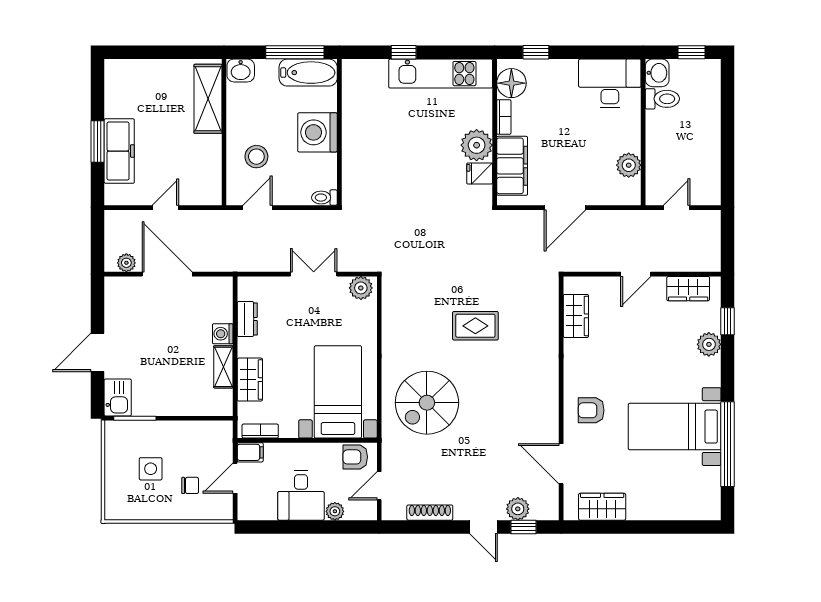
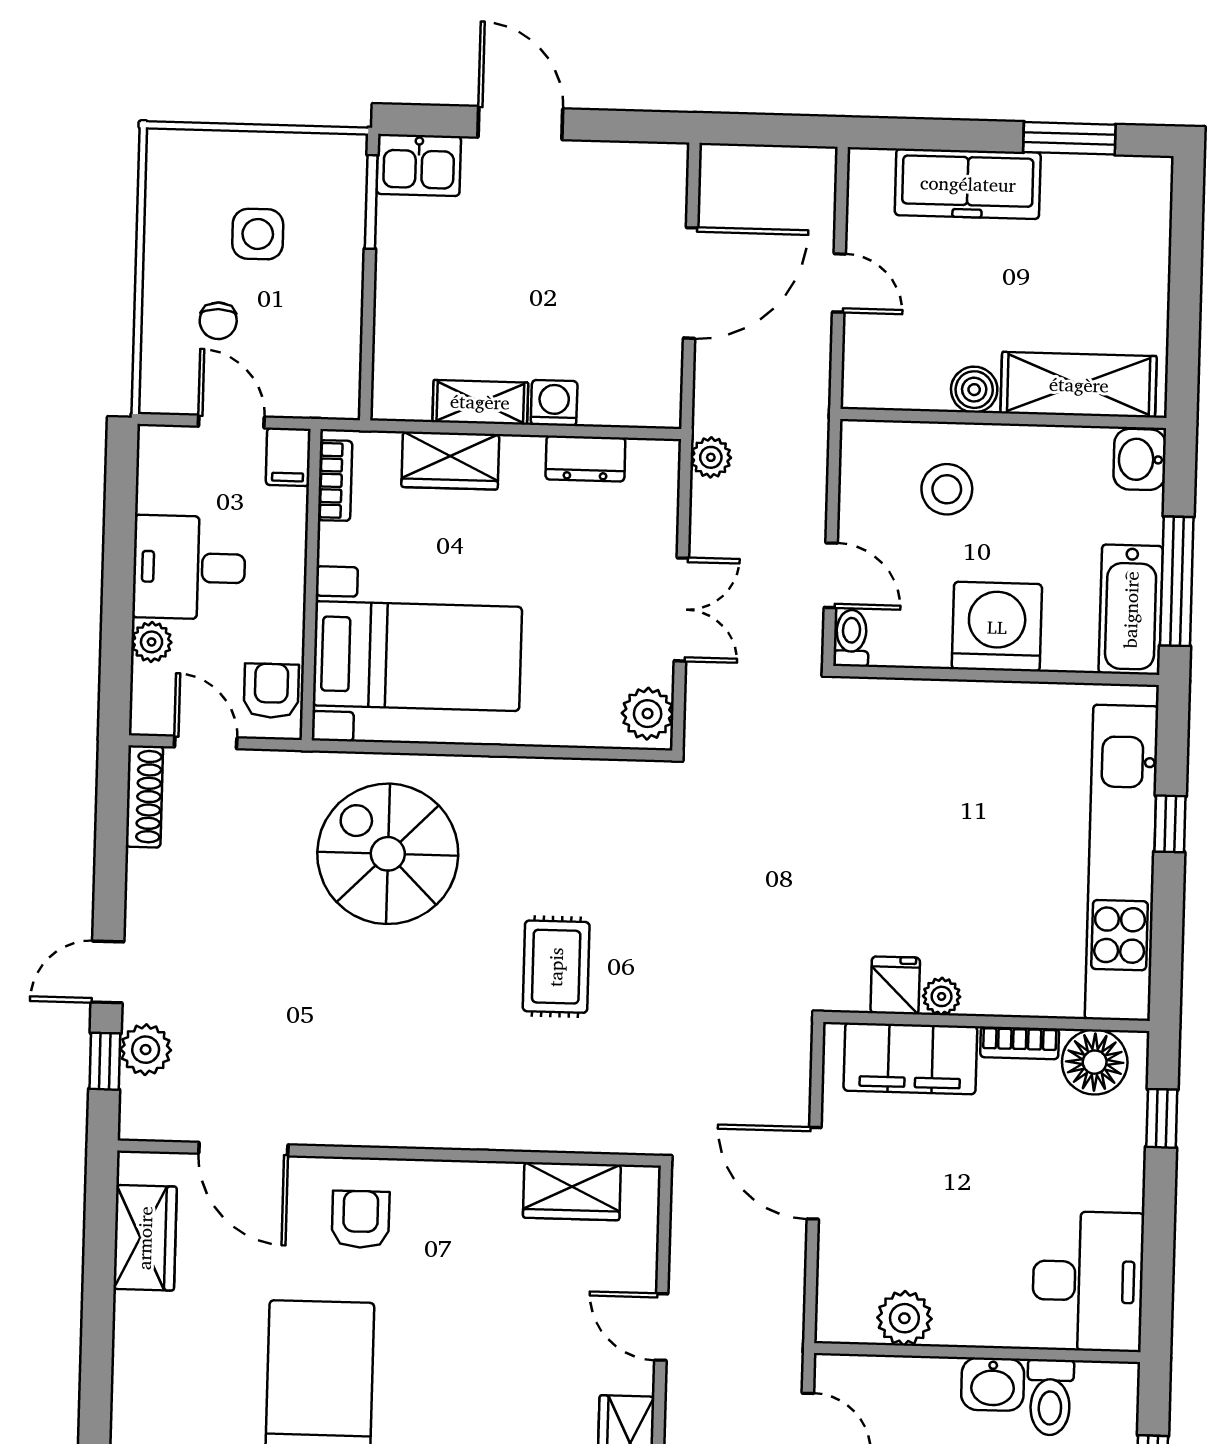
washbasin: (657, 73) -> (993, 1384), moved
kitchen unit: (441, 74) -> (1122, 863), width x1.36
window: (98, 141) -> (1069, 138), moved
plant: (477, 145) -> (942, 996), width x0.53, depth x0.53
boiler: (211, 146) -> (974, 390), added
door: (257, 208) -> (831, 575), moved
plant: (126, 263) -> (711, 457), moved
door: (561, 464) -> (243, 1149), swing flipped
shoe rack: (430, 513) -> (144, 797), moved

